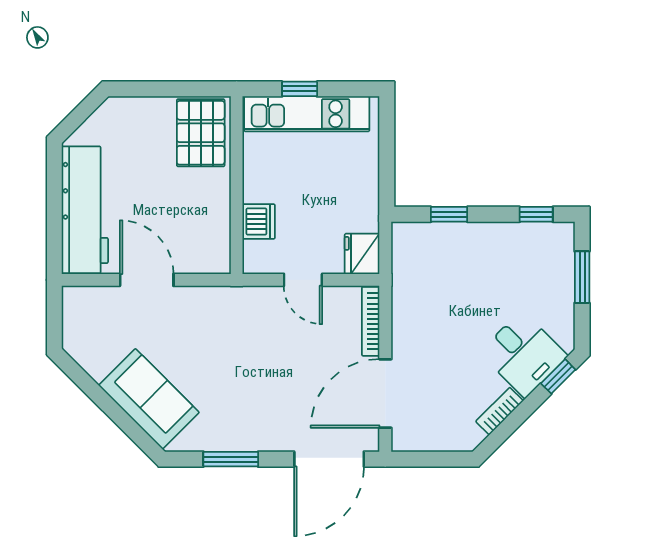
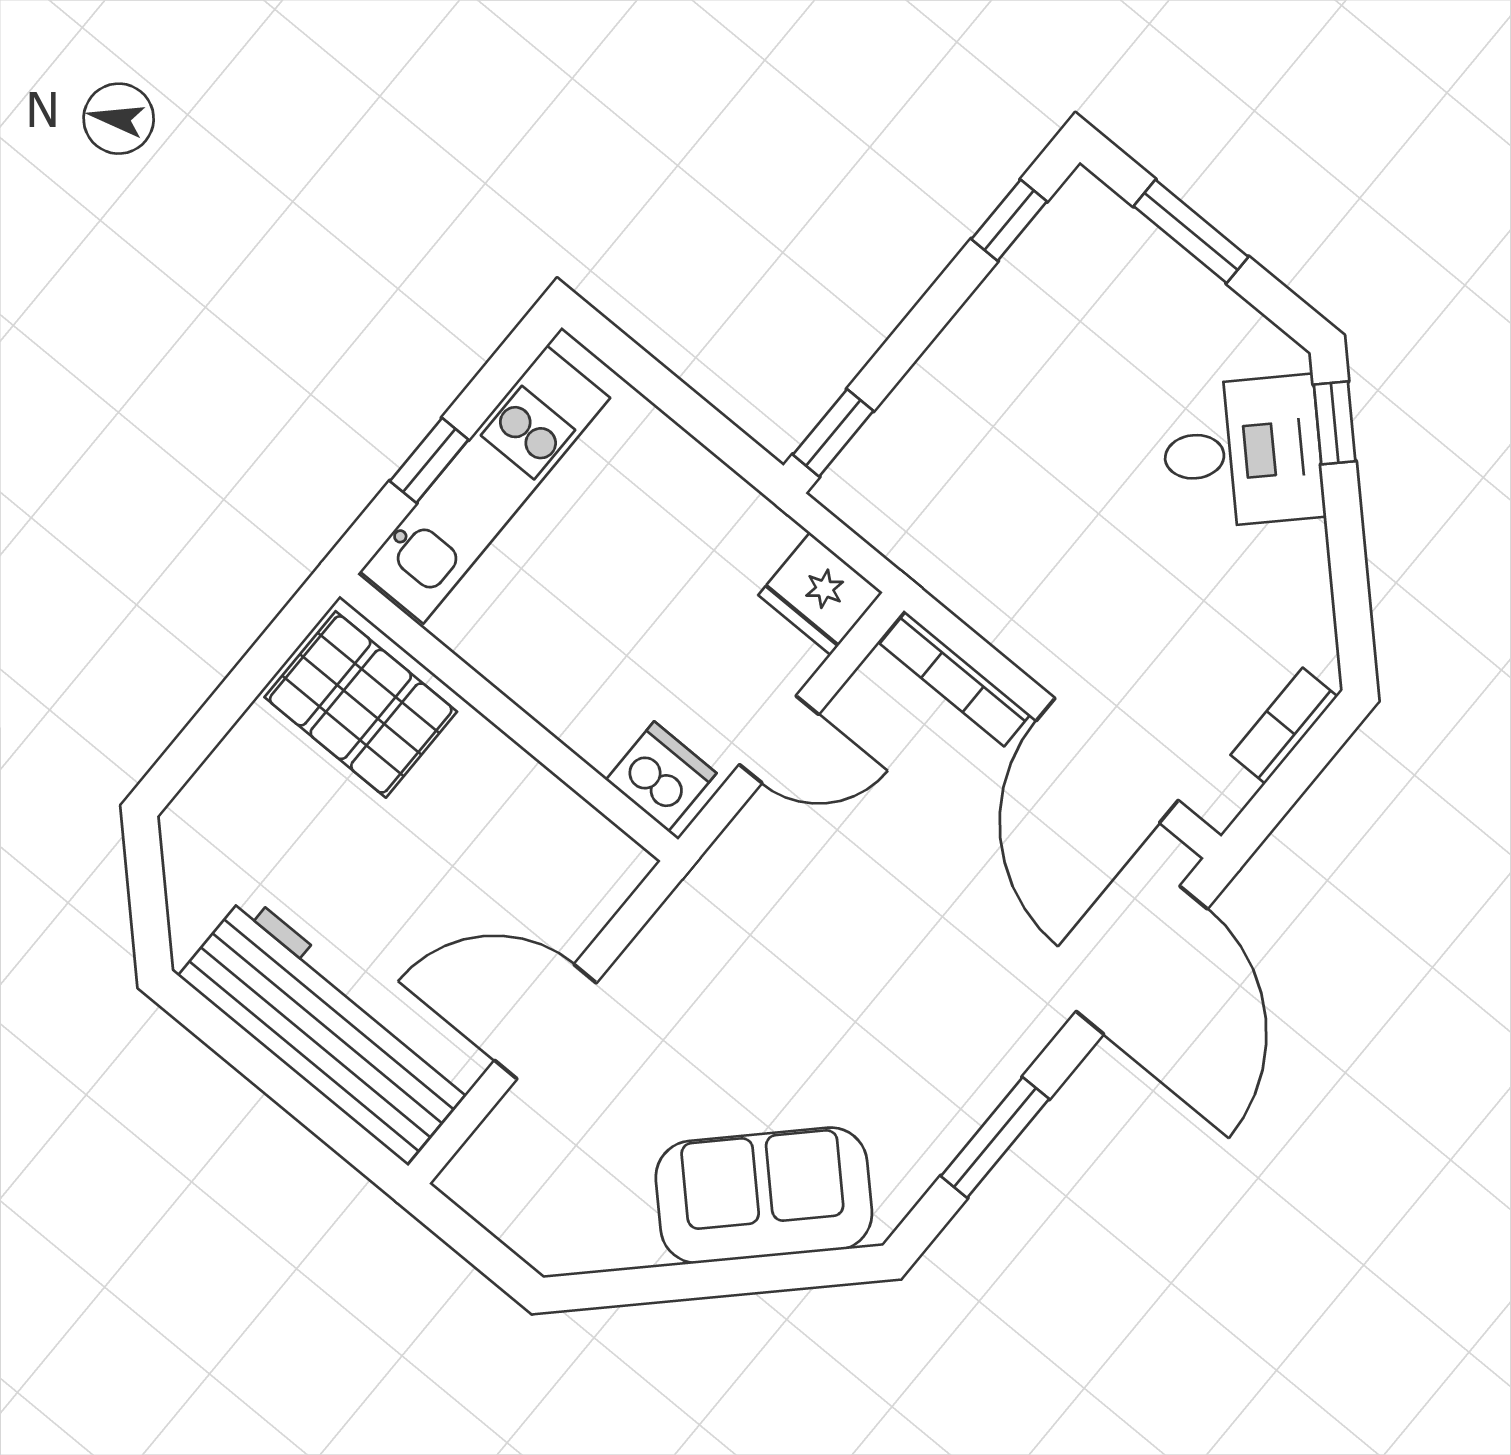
window: (449, 214) -> (833, 433), moved
dishwasher: (259, 221) -> (661, 776), moved
bookcase: (500, 411) -> (1284, 726), moved, turned 45

